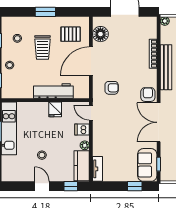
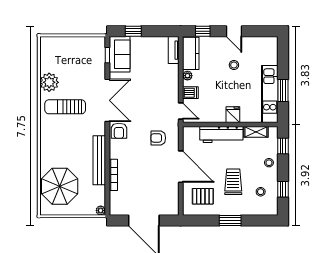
floor lamp: (100, 34) -> (170, 196), removed
door: (91, 61) -> (181, 167), hinge flipped
shelving: (22, 93) -> (256, 132), added
fridge: (55, 109) -> (233, 115), moved

